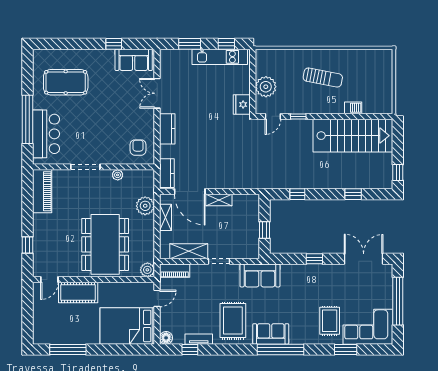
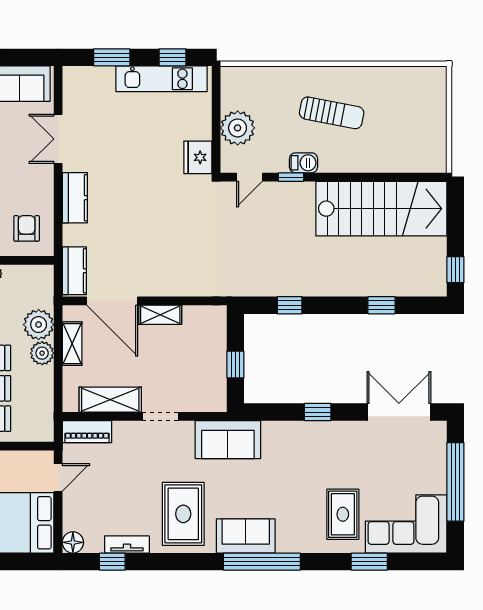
barbecue: (353, 108) -> (304, 163), moved
plant: (147, 270) -> (42, 353), moved

